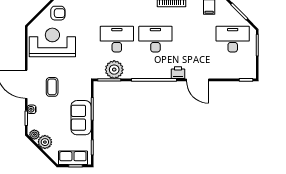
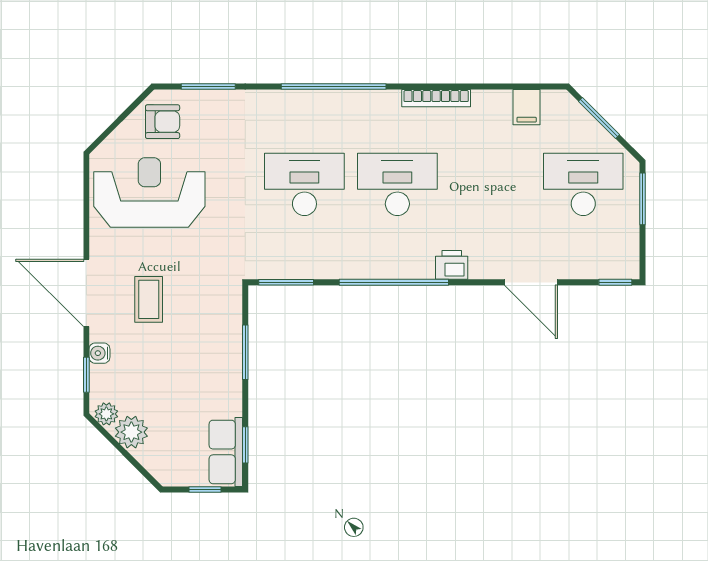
plant: (114, 70) -> (298, 258), removed
door: (198, 80) -> (531, 282), moved
sofa: (81, 118) -> (218, 373), removed
row of seats: (73, 158) -> (226, 452), moved, turned -90

